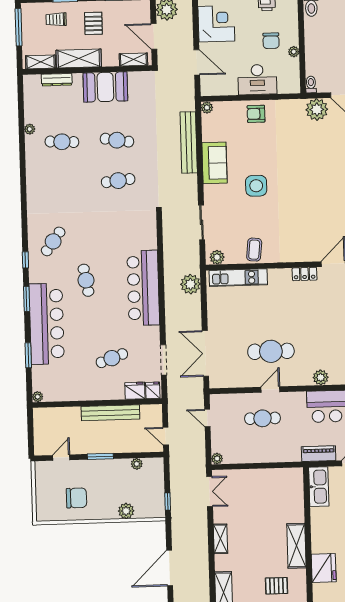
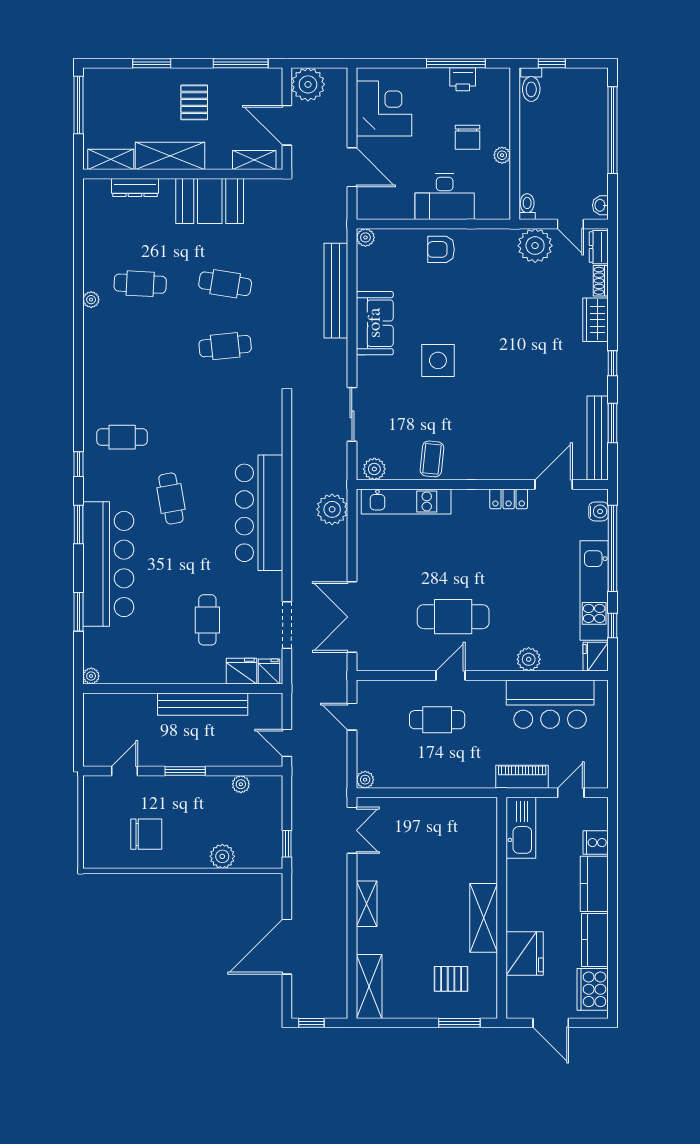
trolley: (56, 19) -> (137, 95), removed
plant: (30, 129) -> (91, 300), moved
cafe table: (53, 241) -> (122, 437), turned 54
cafe table: (112, 358) -> (207, 620), turned -70

